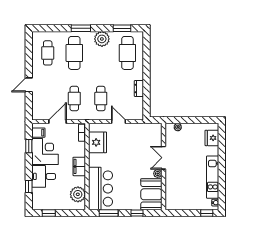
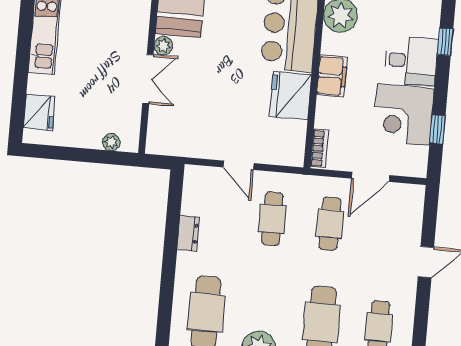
filing cabinet: (38, 133) -> (414, 157), removed
fridge: (98, 142) -> (290, 95), moved

